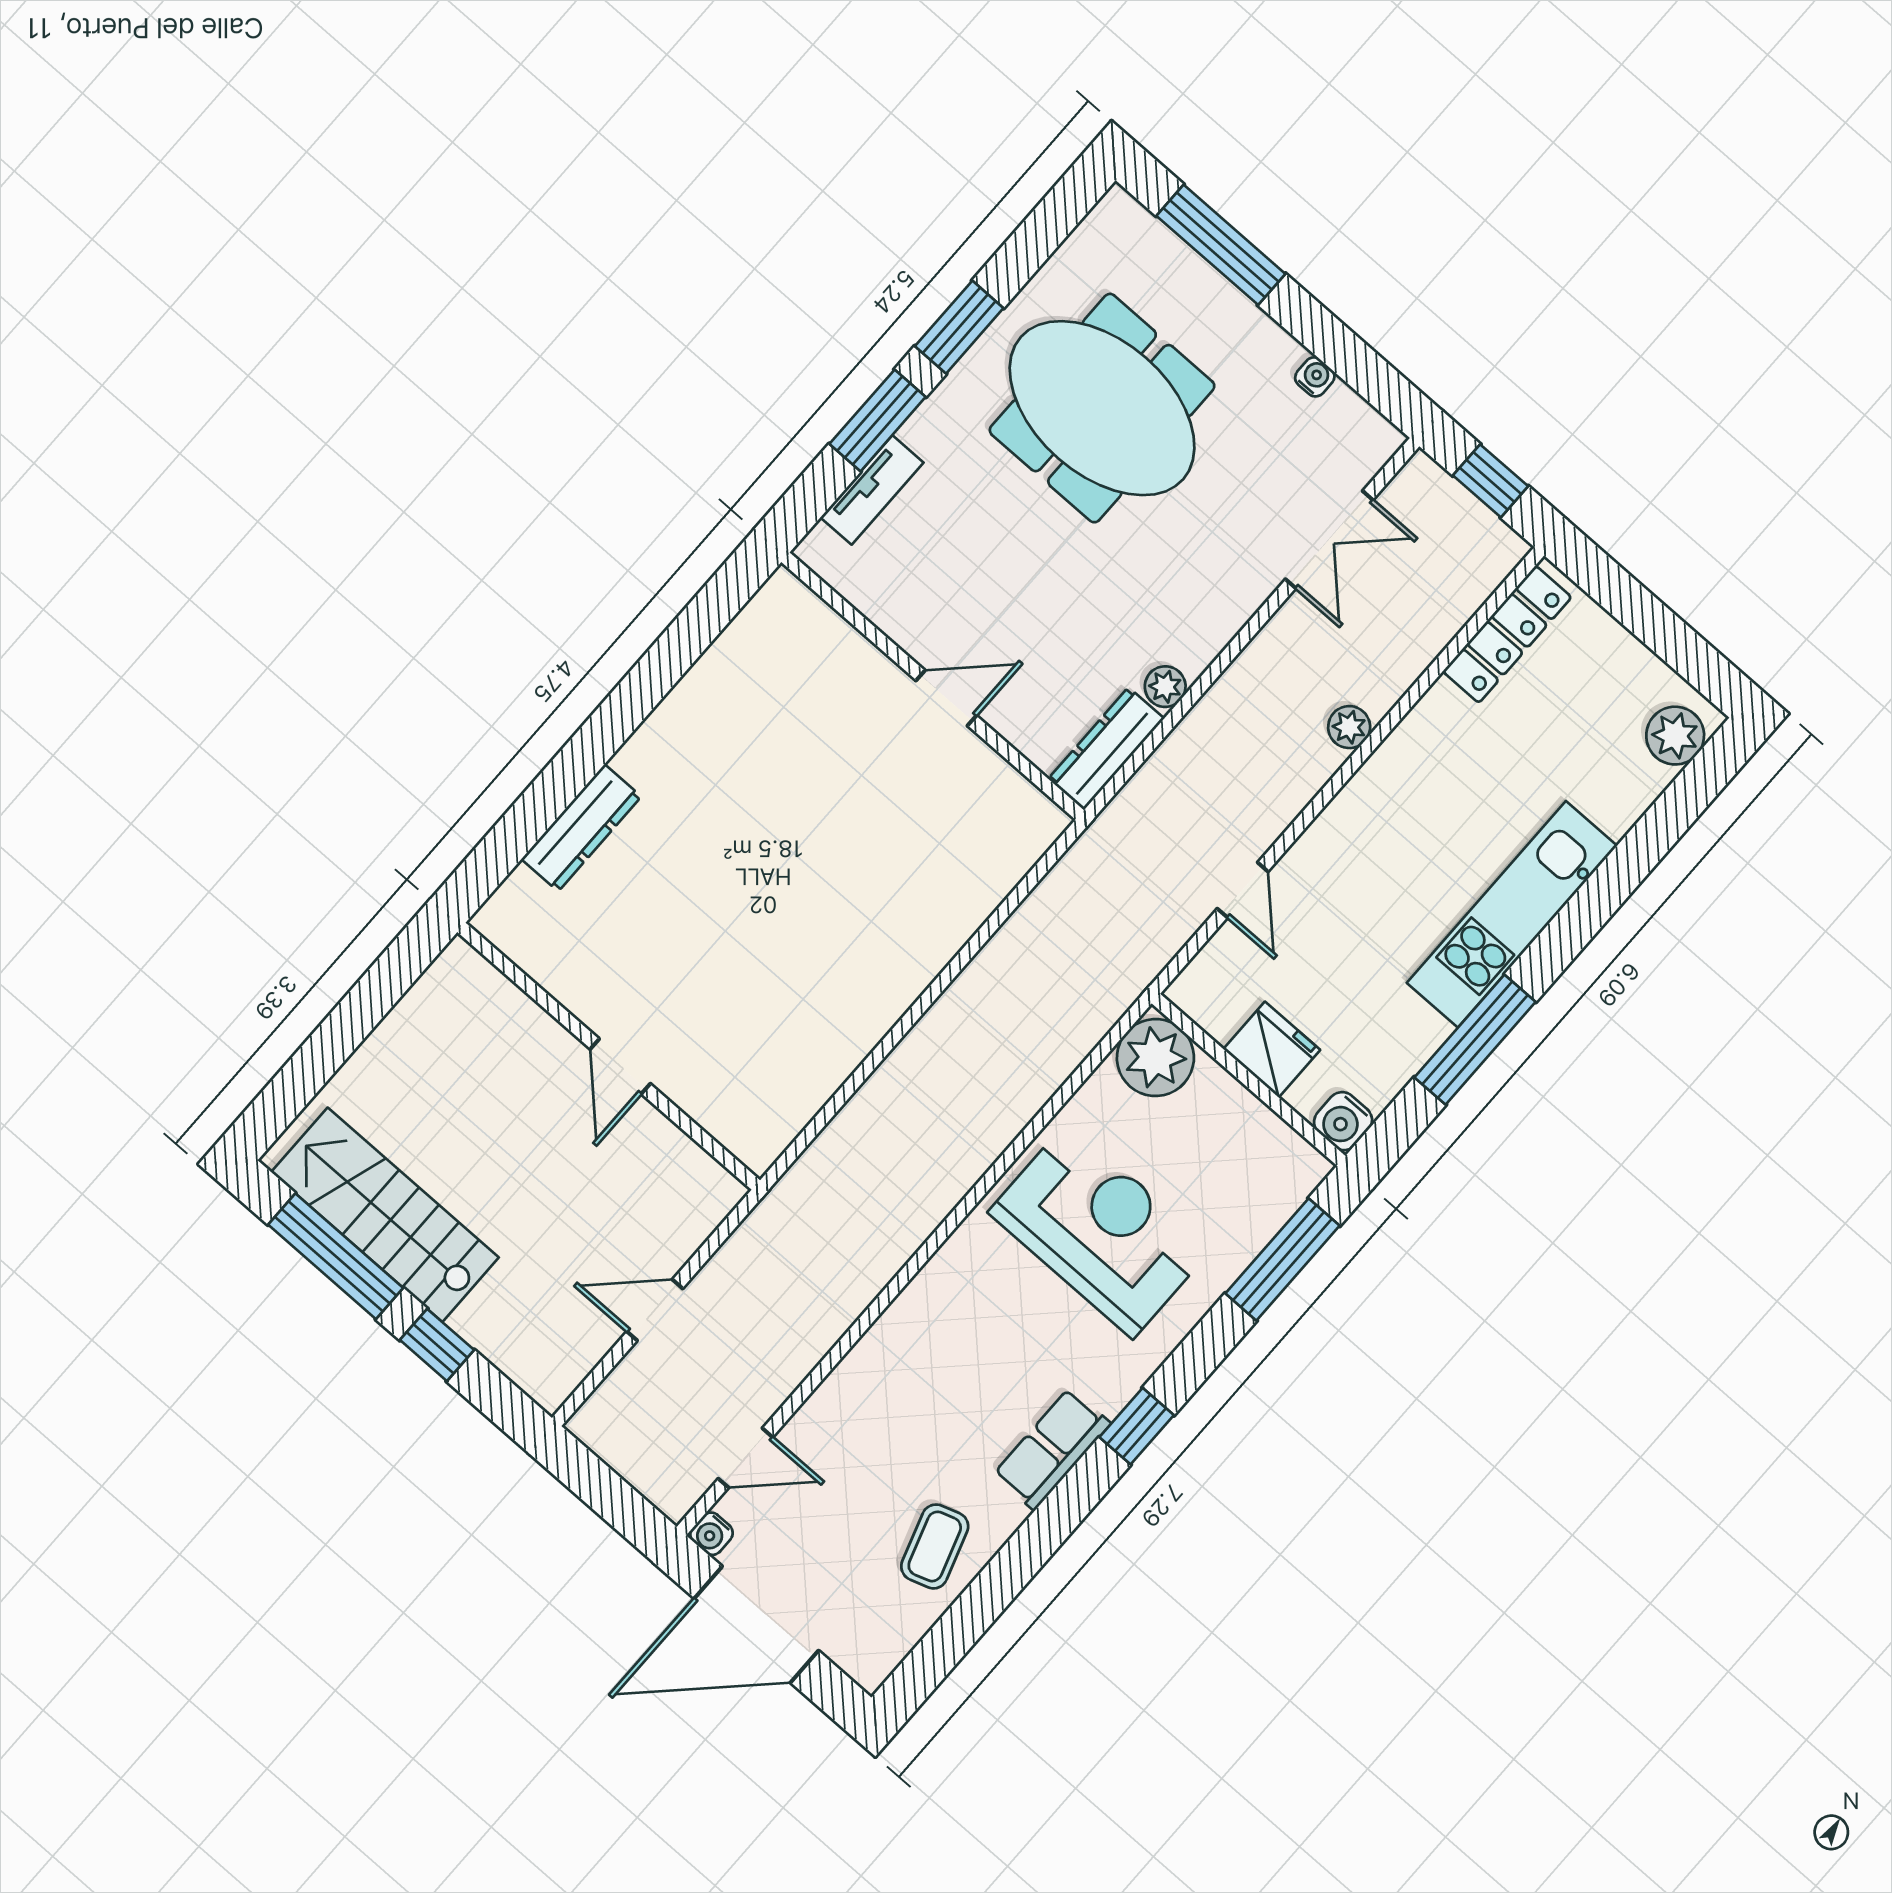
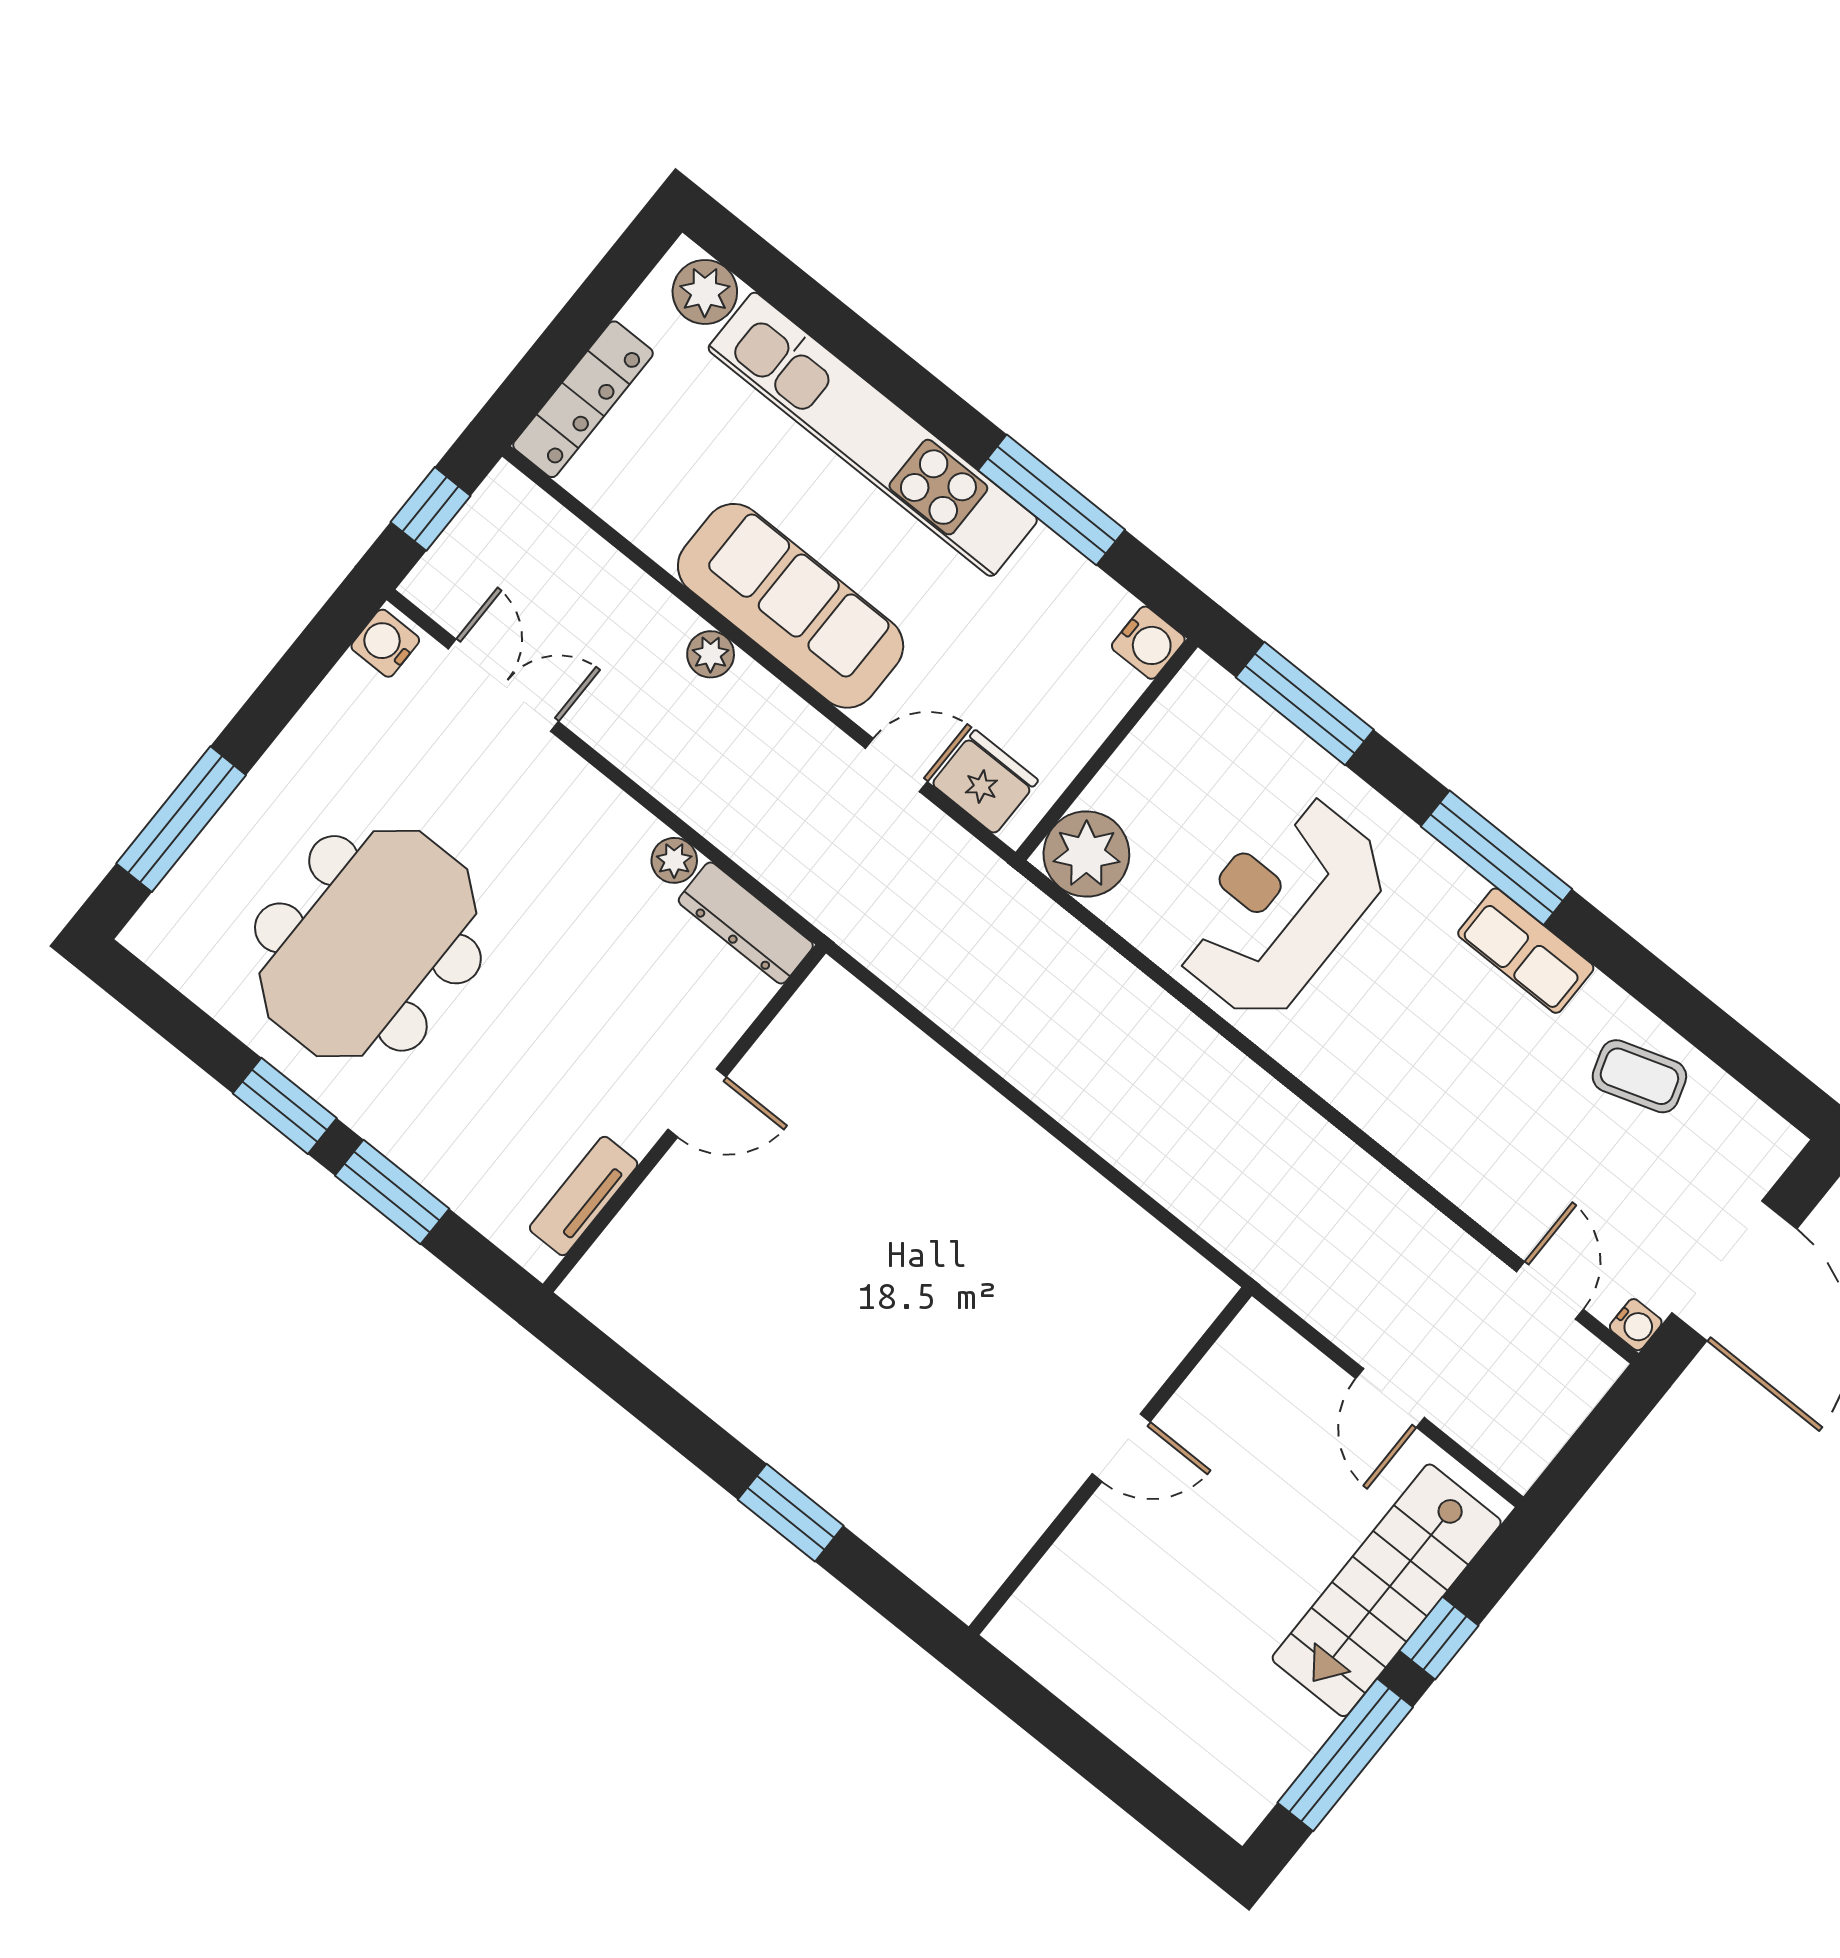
water cooler: (1315, 377) -> (385, 643), moved, width x1.38, depth x1.38
tv unit: (872, 490) -> (584, 1196), moved, turned -90
locker: (1507, 634) -> (583, 399), moved, turned 90
door: (946, 698) -> (697, 1103), swing flipped
window: (574, 767) -> (791, 1513), added
sofa: (1390, 801) -> (791, 606), added
dresser: (581, 828) -> (858, 1502), removed
kitchen unit: (1512, 914) -> (873, 434), width x1.36
fridge: (1272, 1050) -> (985, 782), moved, turned 90
stairs: (385, 1215) -> (1387, 1590), moved
window: (1137, 1426) -> (1497, 858), width x2.17

